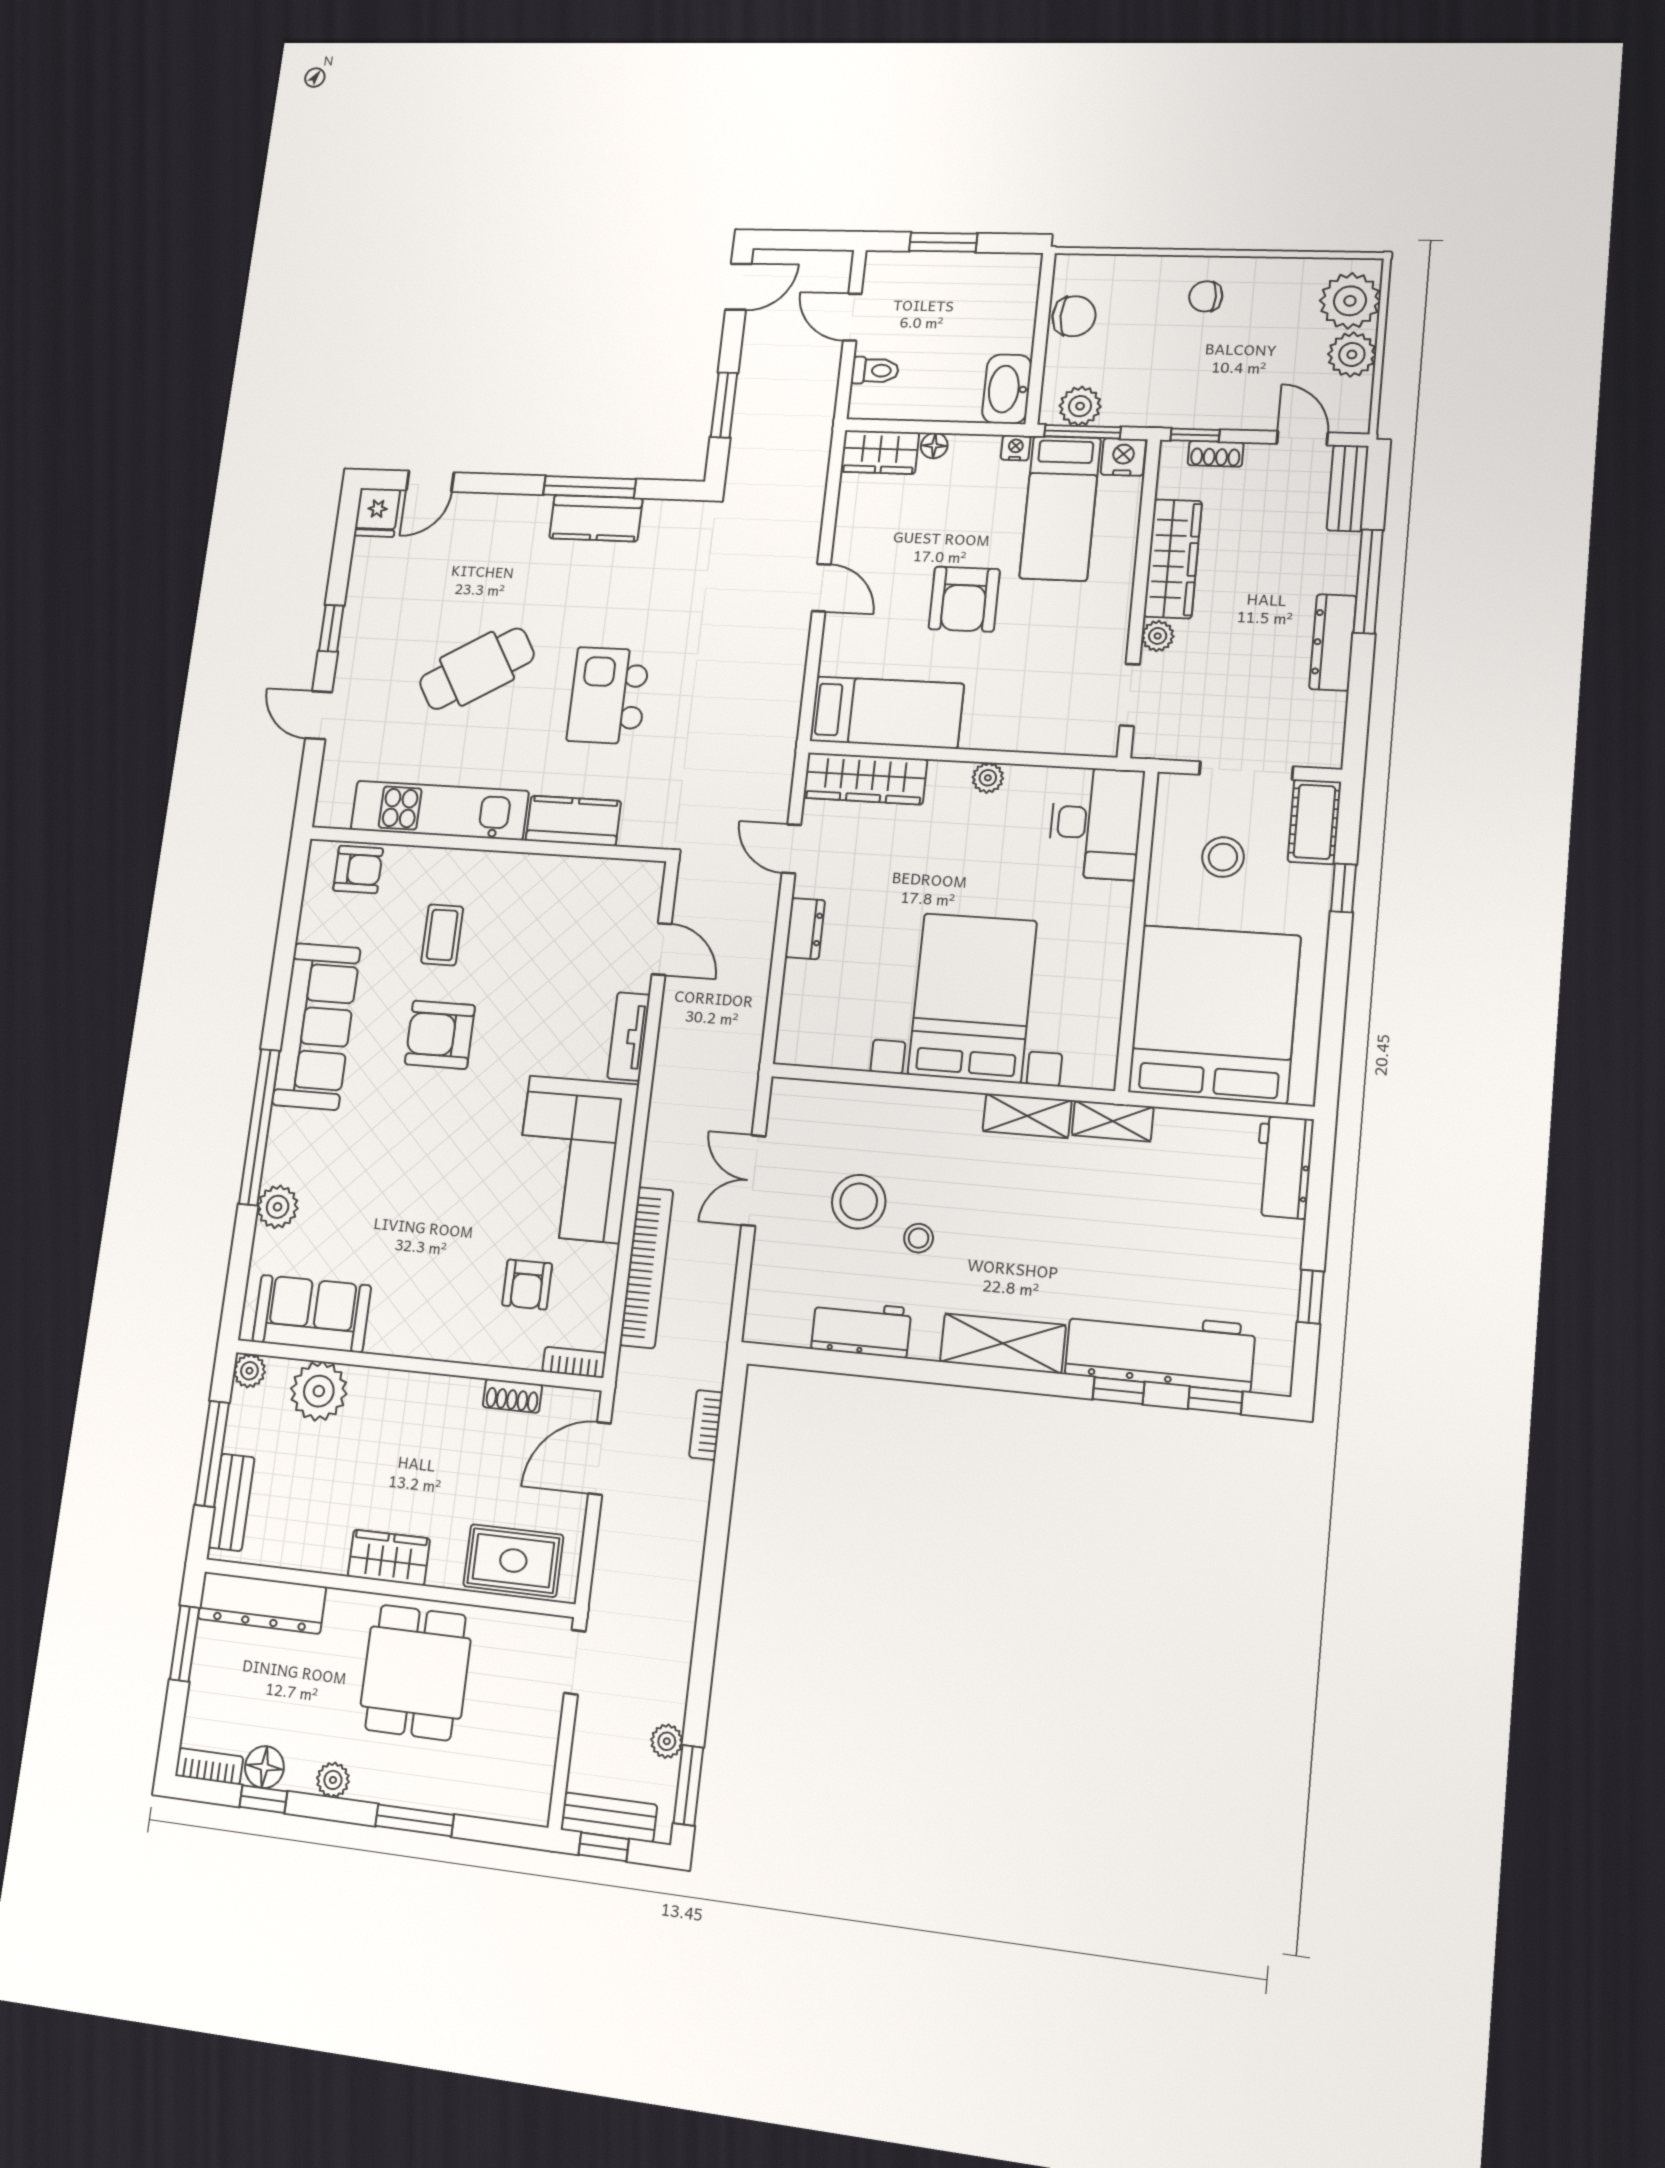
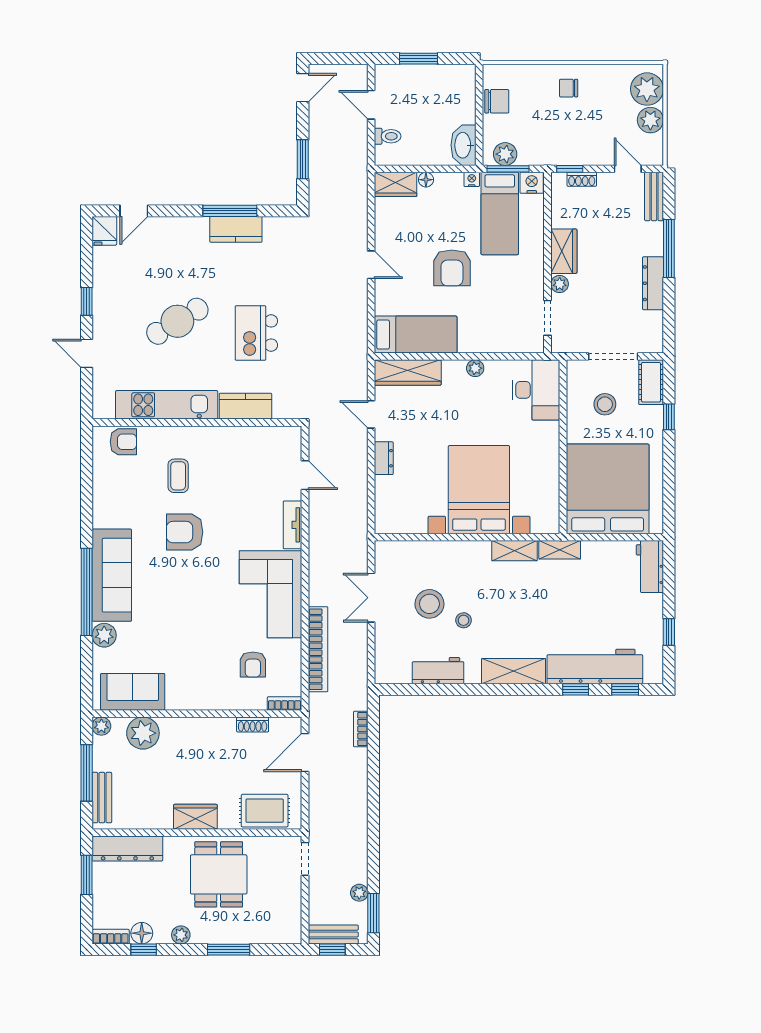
wardrobe: (1173, 559) -> (564, 251), width x0.67
sofa: (316, 1026) -> (112, 575), moved

